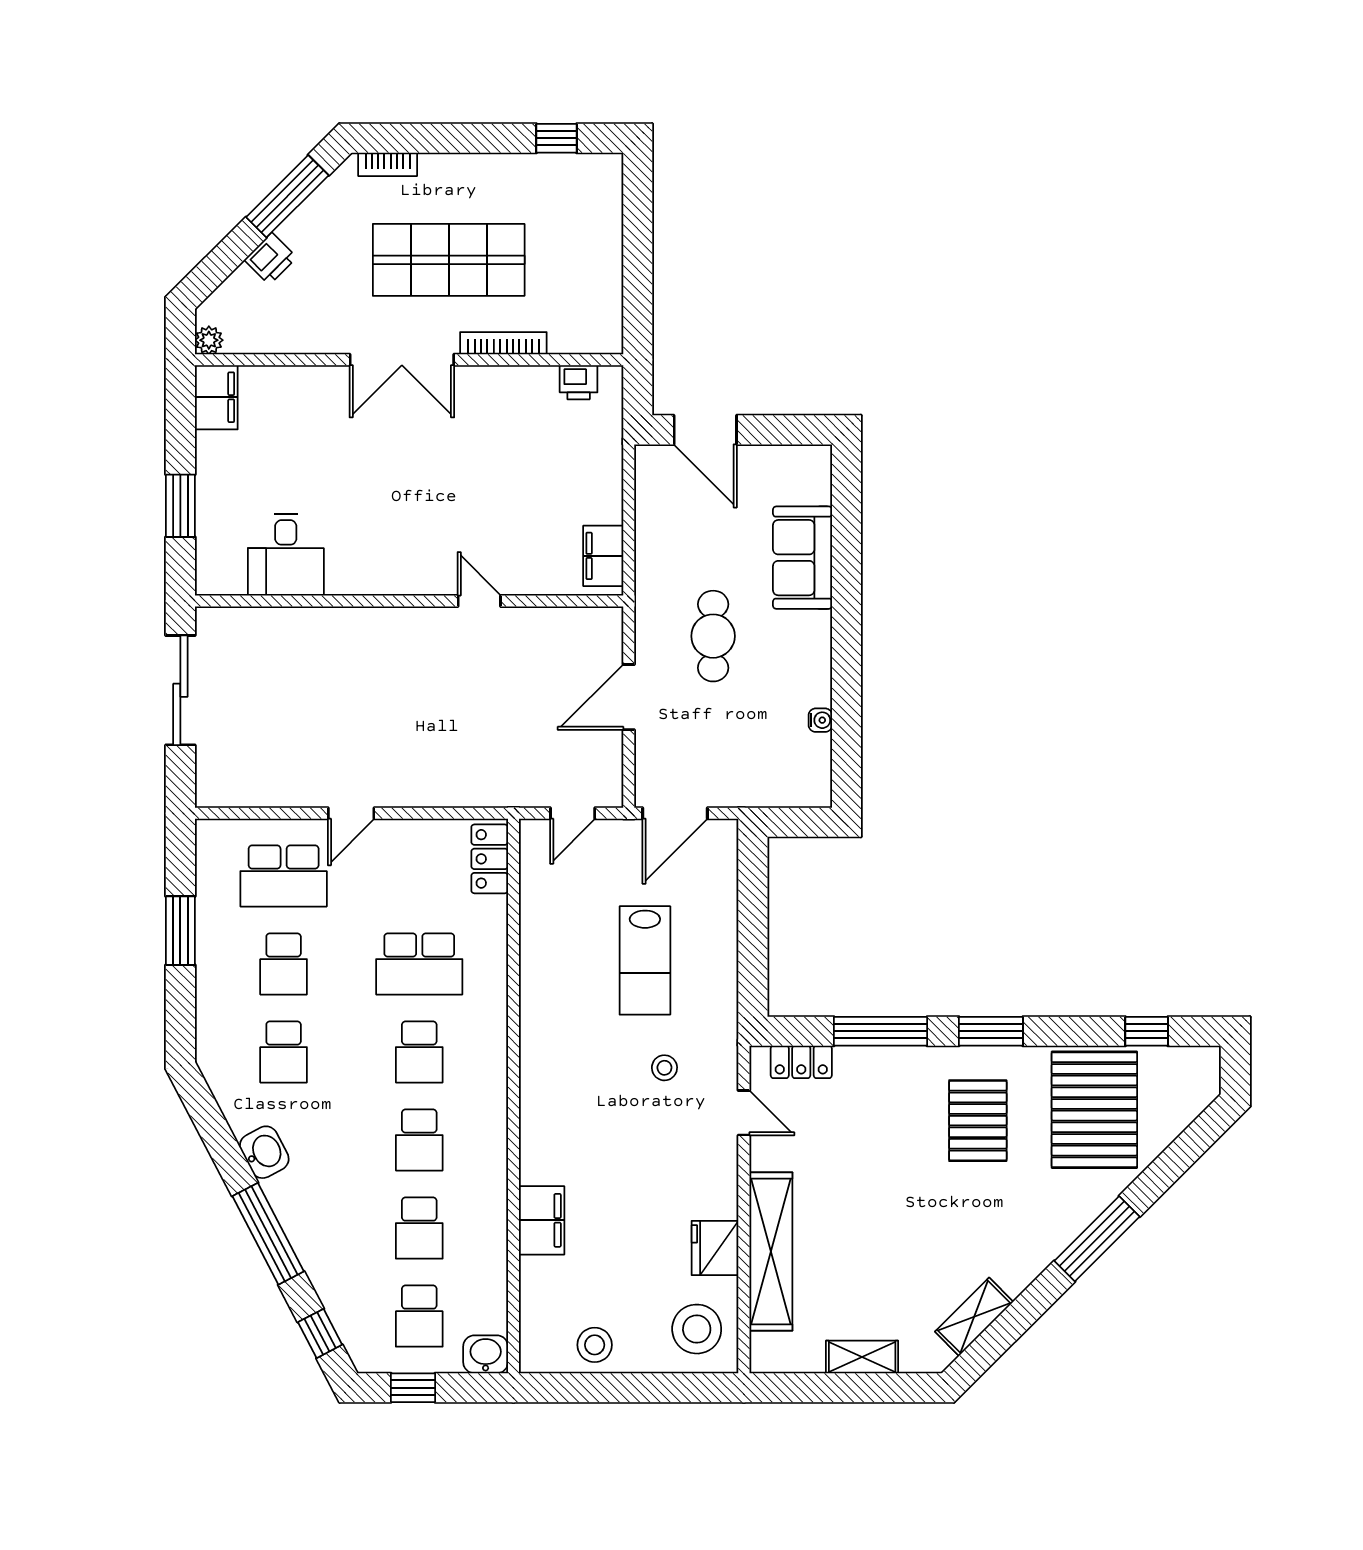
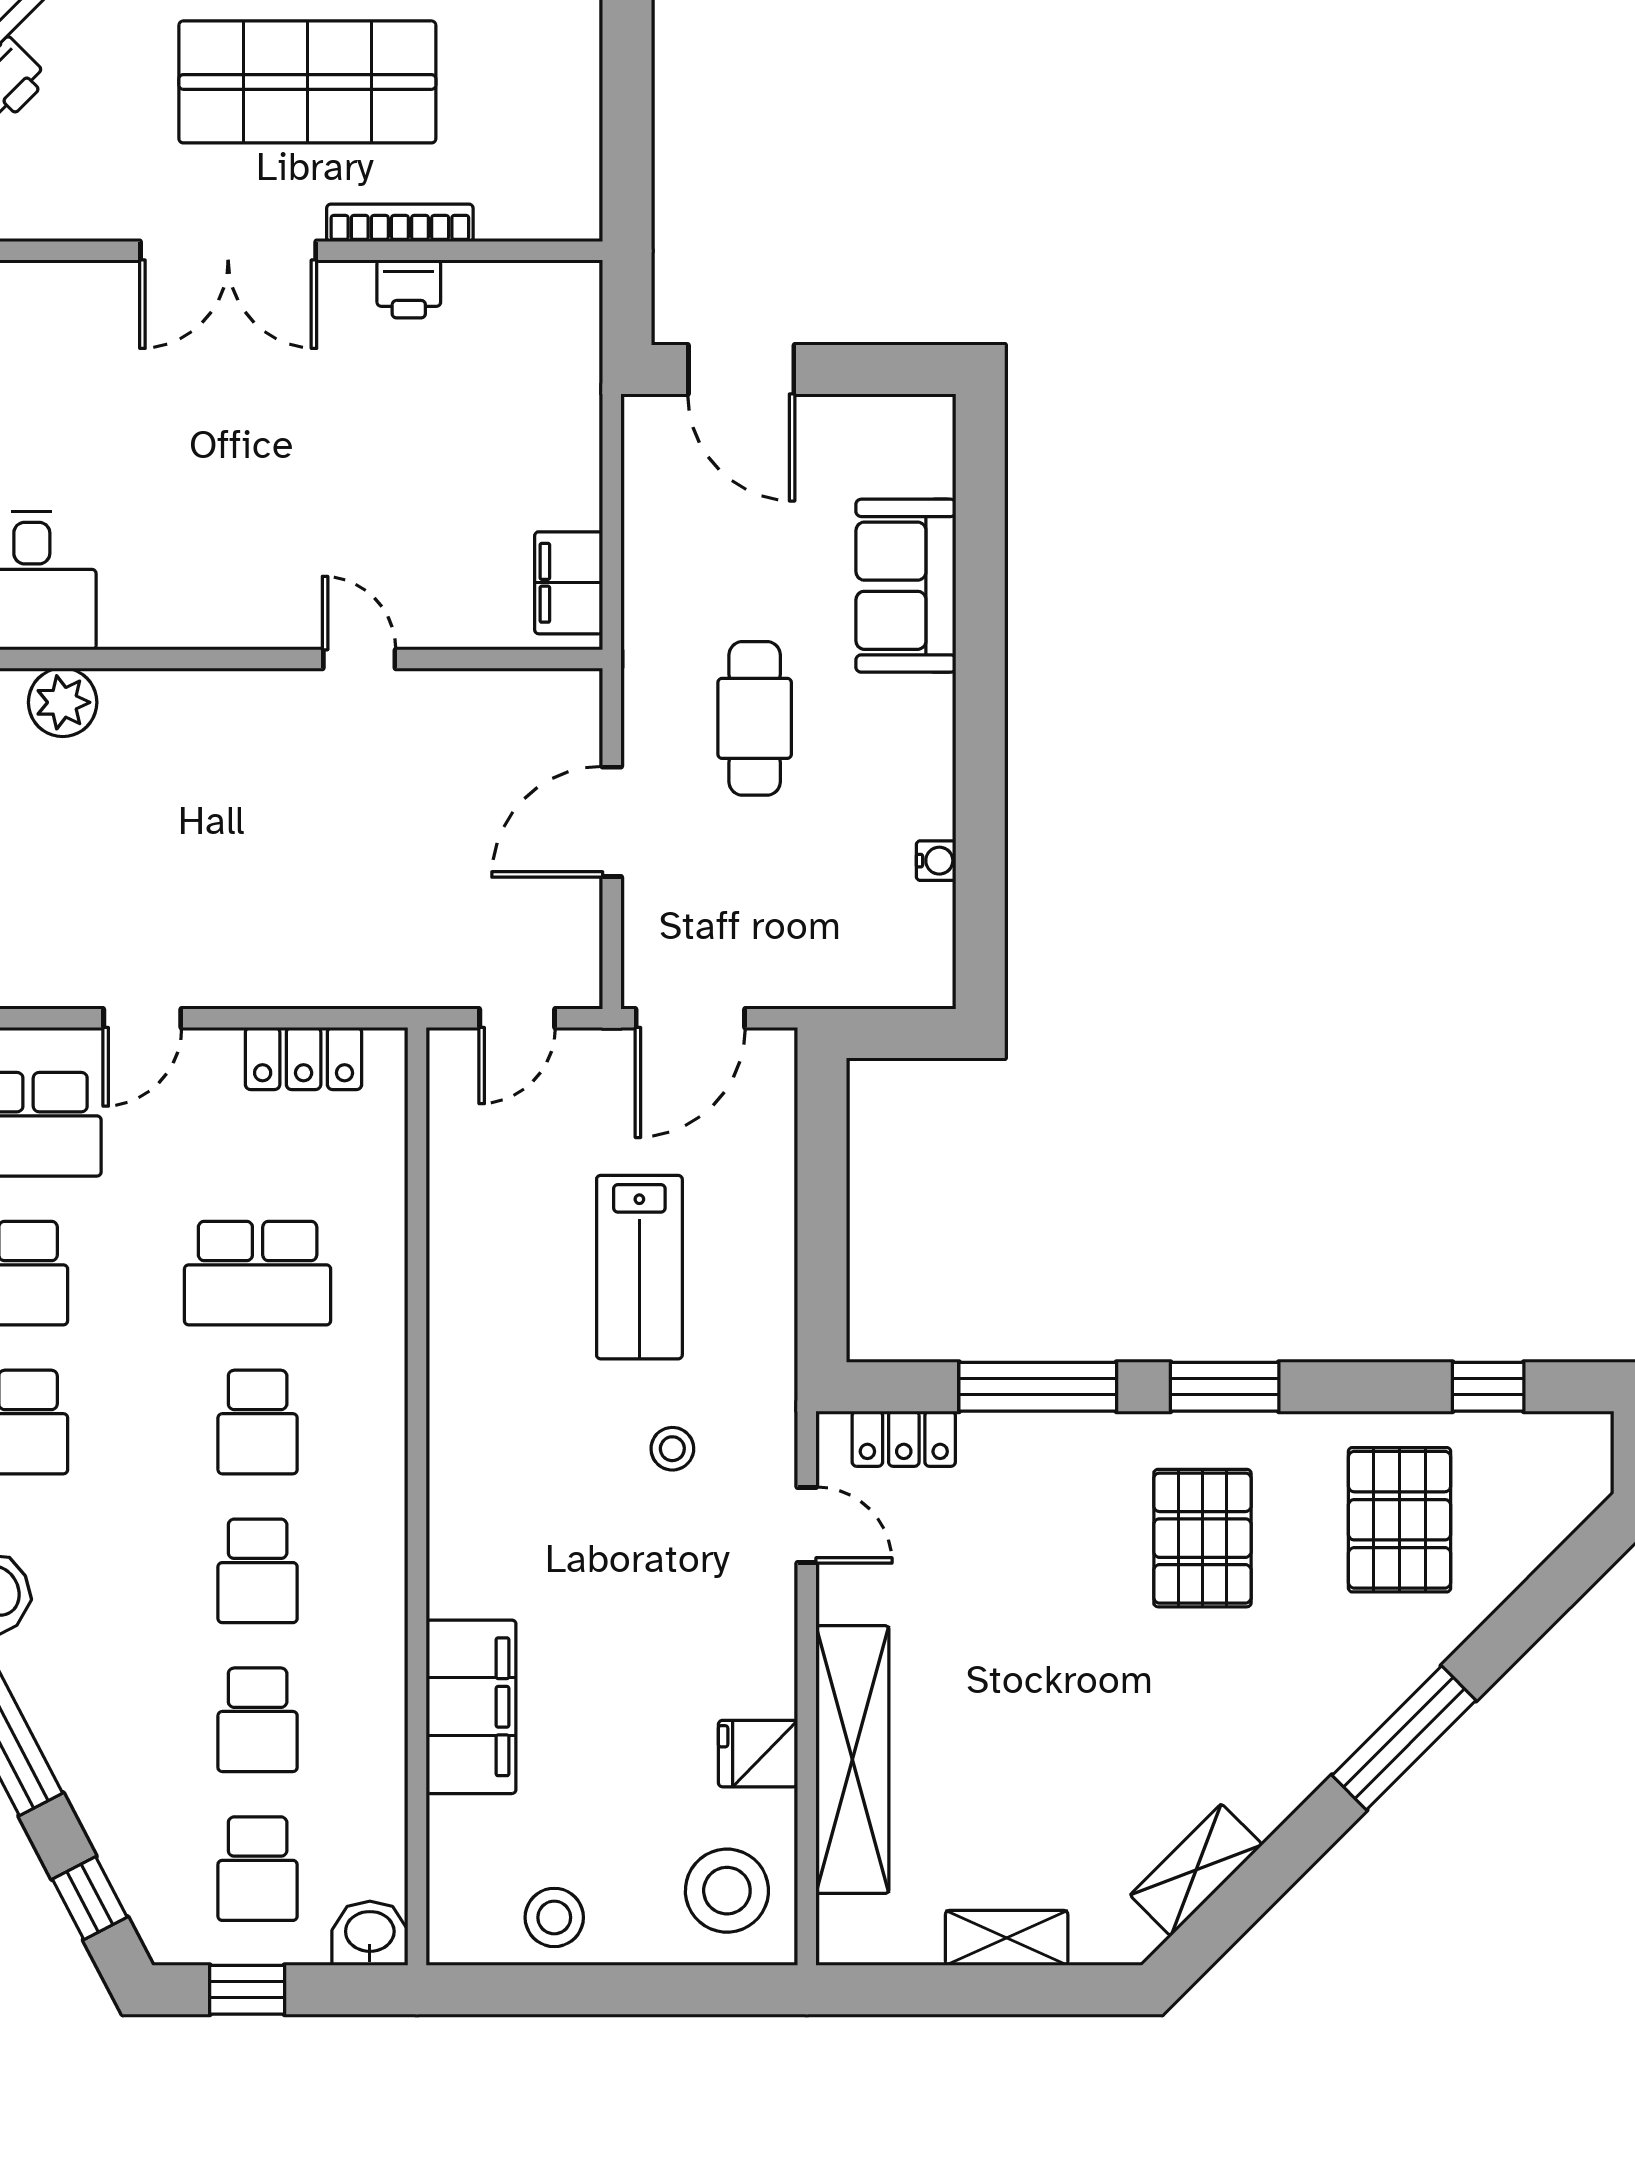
printer: (579, 382) -> (409, 289), moved
plant: (304, 627) -> (63, 702), added
locker: (490, 859) -> (304, 1058), moved, turned -90
pallet: (1094, 1110) -> (1400, 1520), width x0.73, depth x0.71
filing cabinet: (542, 1220) -> (471, 1707), width x1.50, depth x1.17
fridge: (715, 1248) -> (758, 1754), width x0.72

